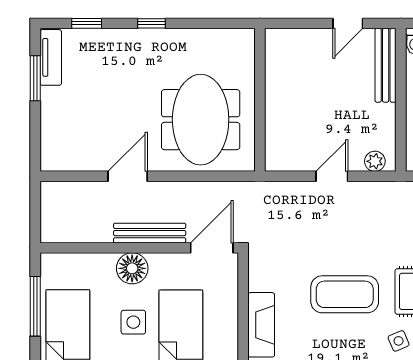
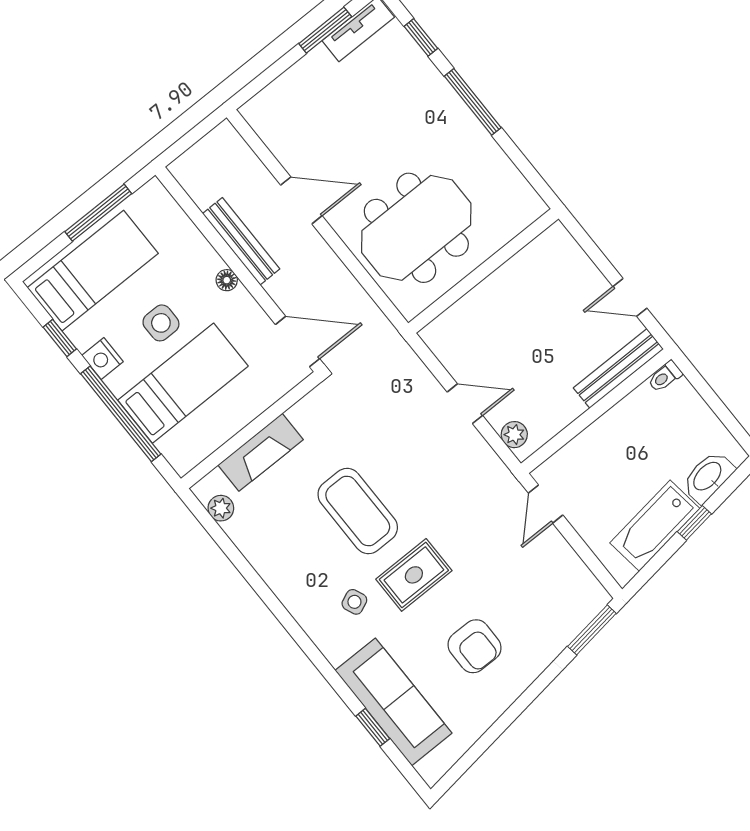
window: (151, 23) -> (473, 102), width x2.17
bench: (150, 233) -> (241, 241), moved
floor lamp: (132, 268) -> (227, 280), width x0.53, depth x0.53

